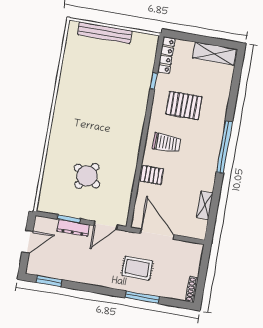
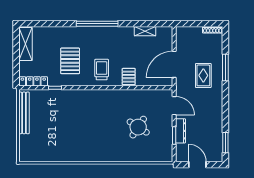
bench: (105, 33) -> (24, 113), moved

